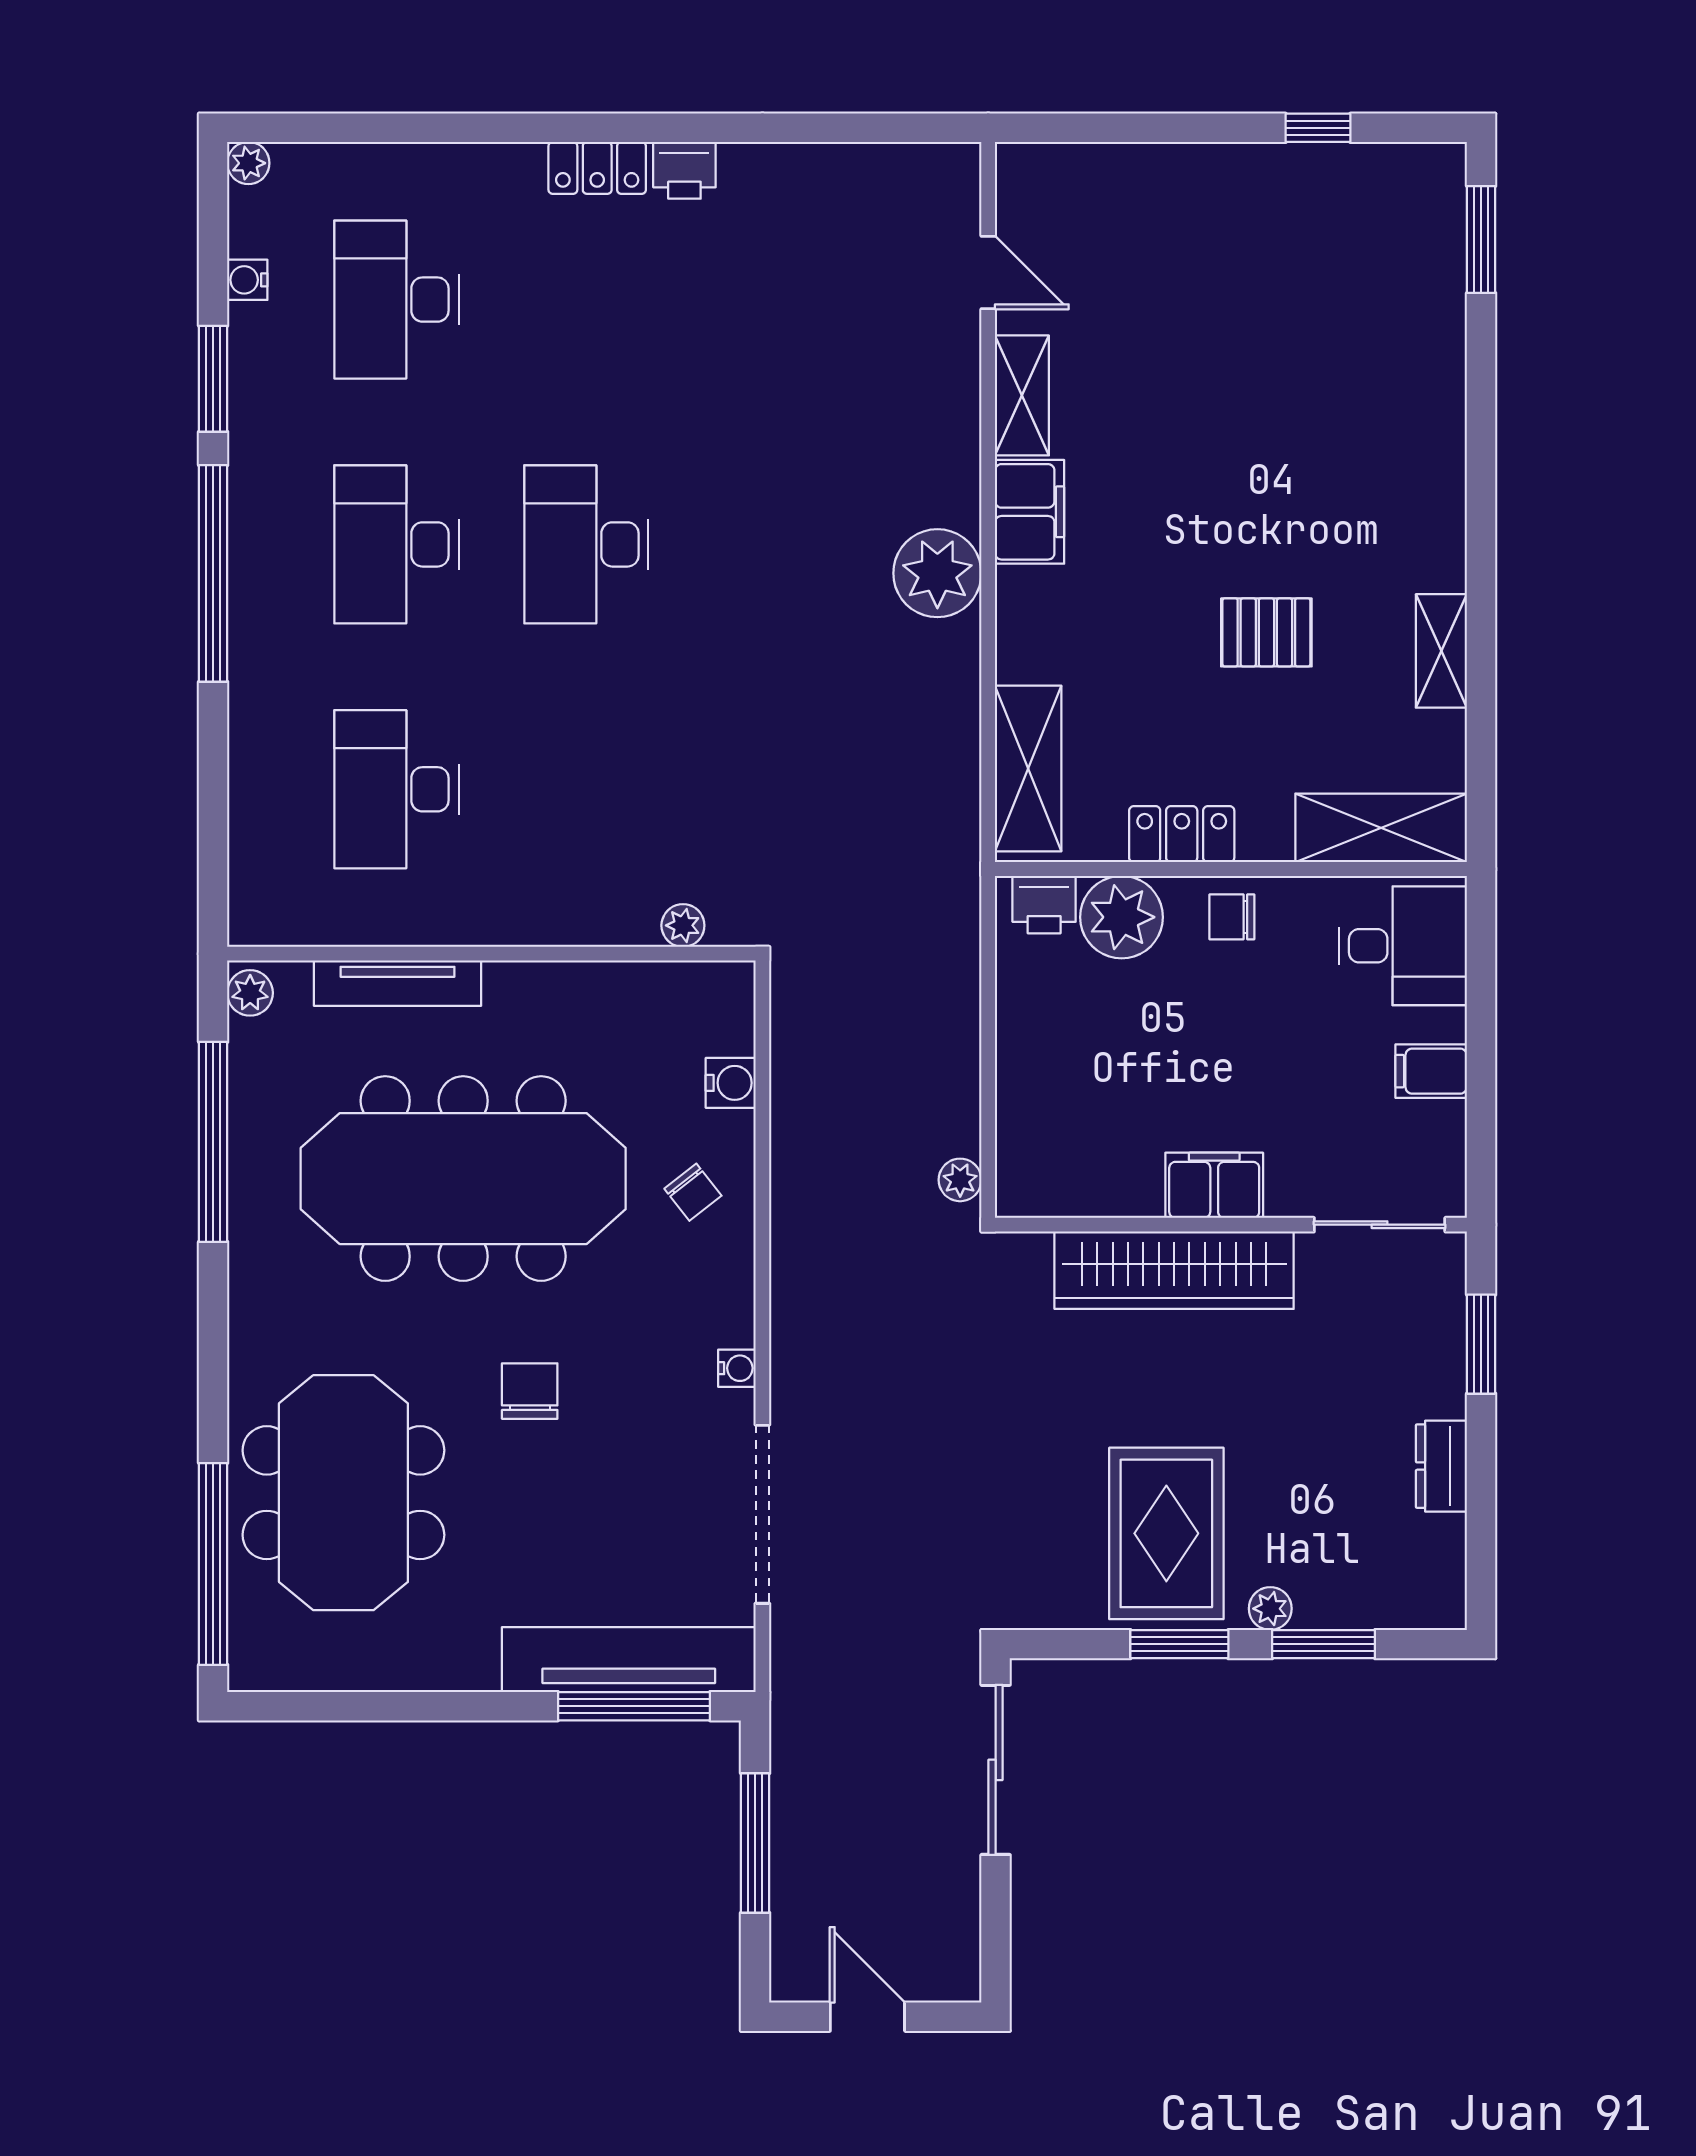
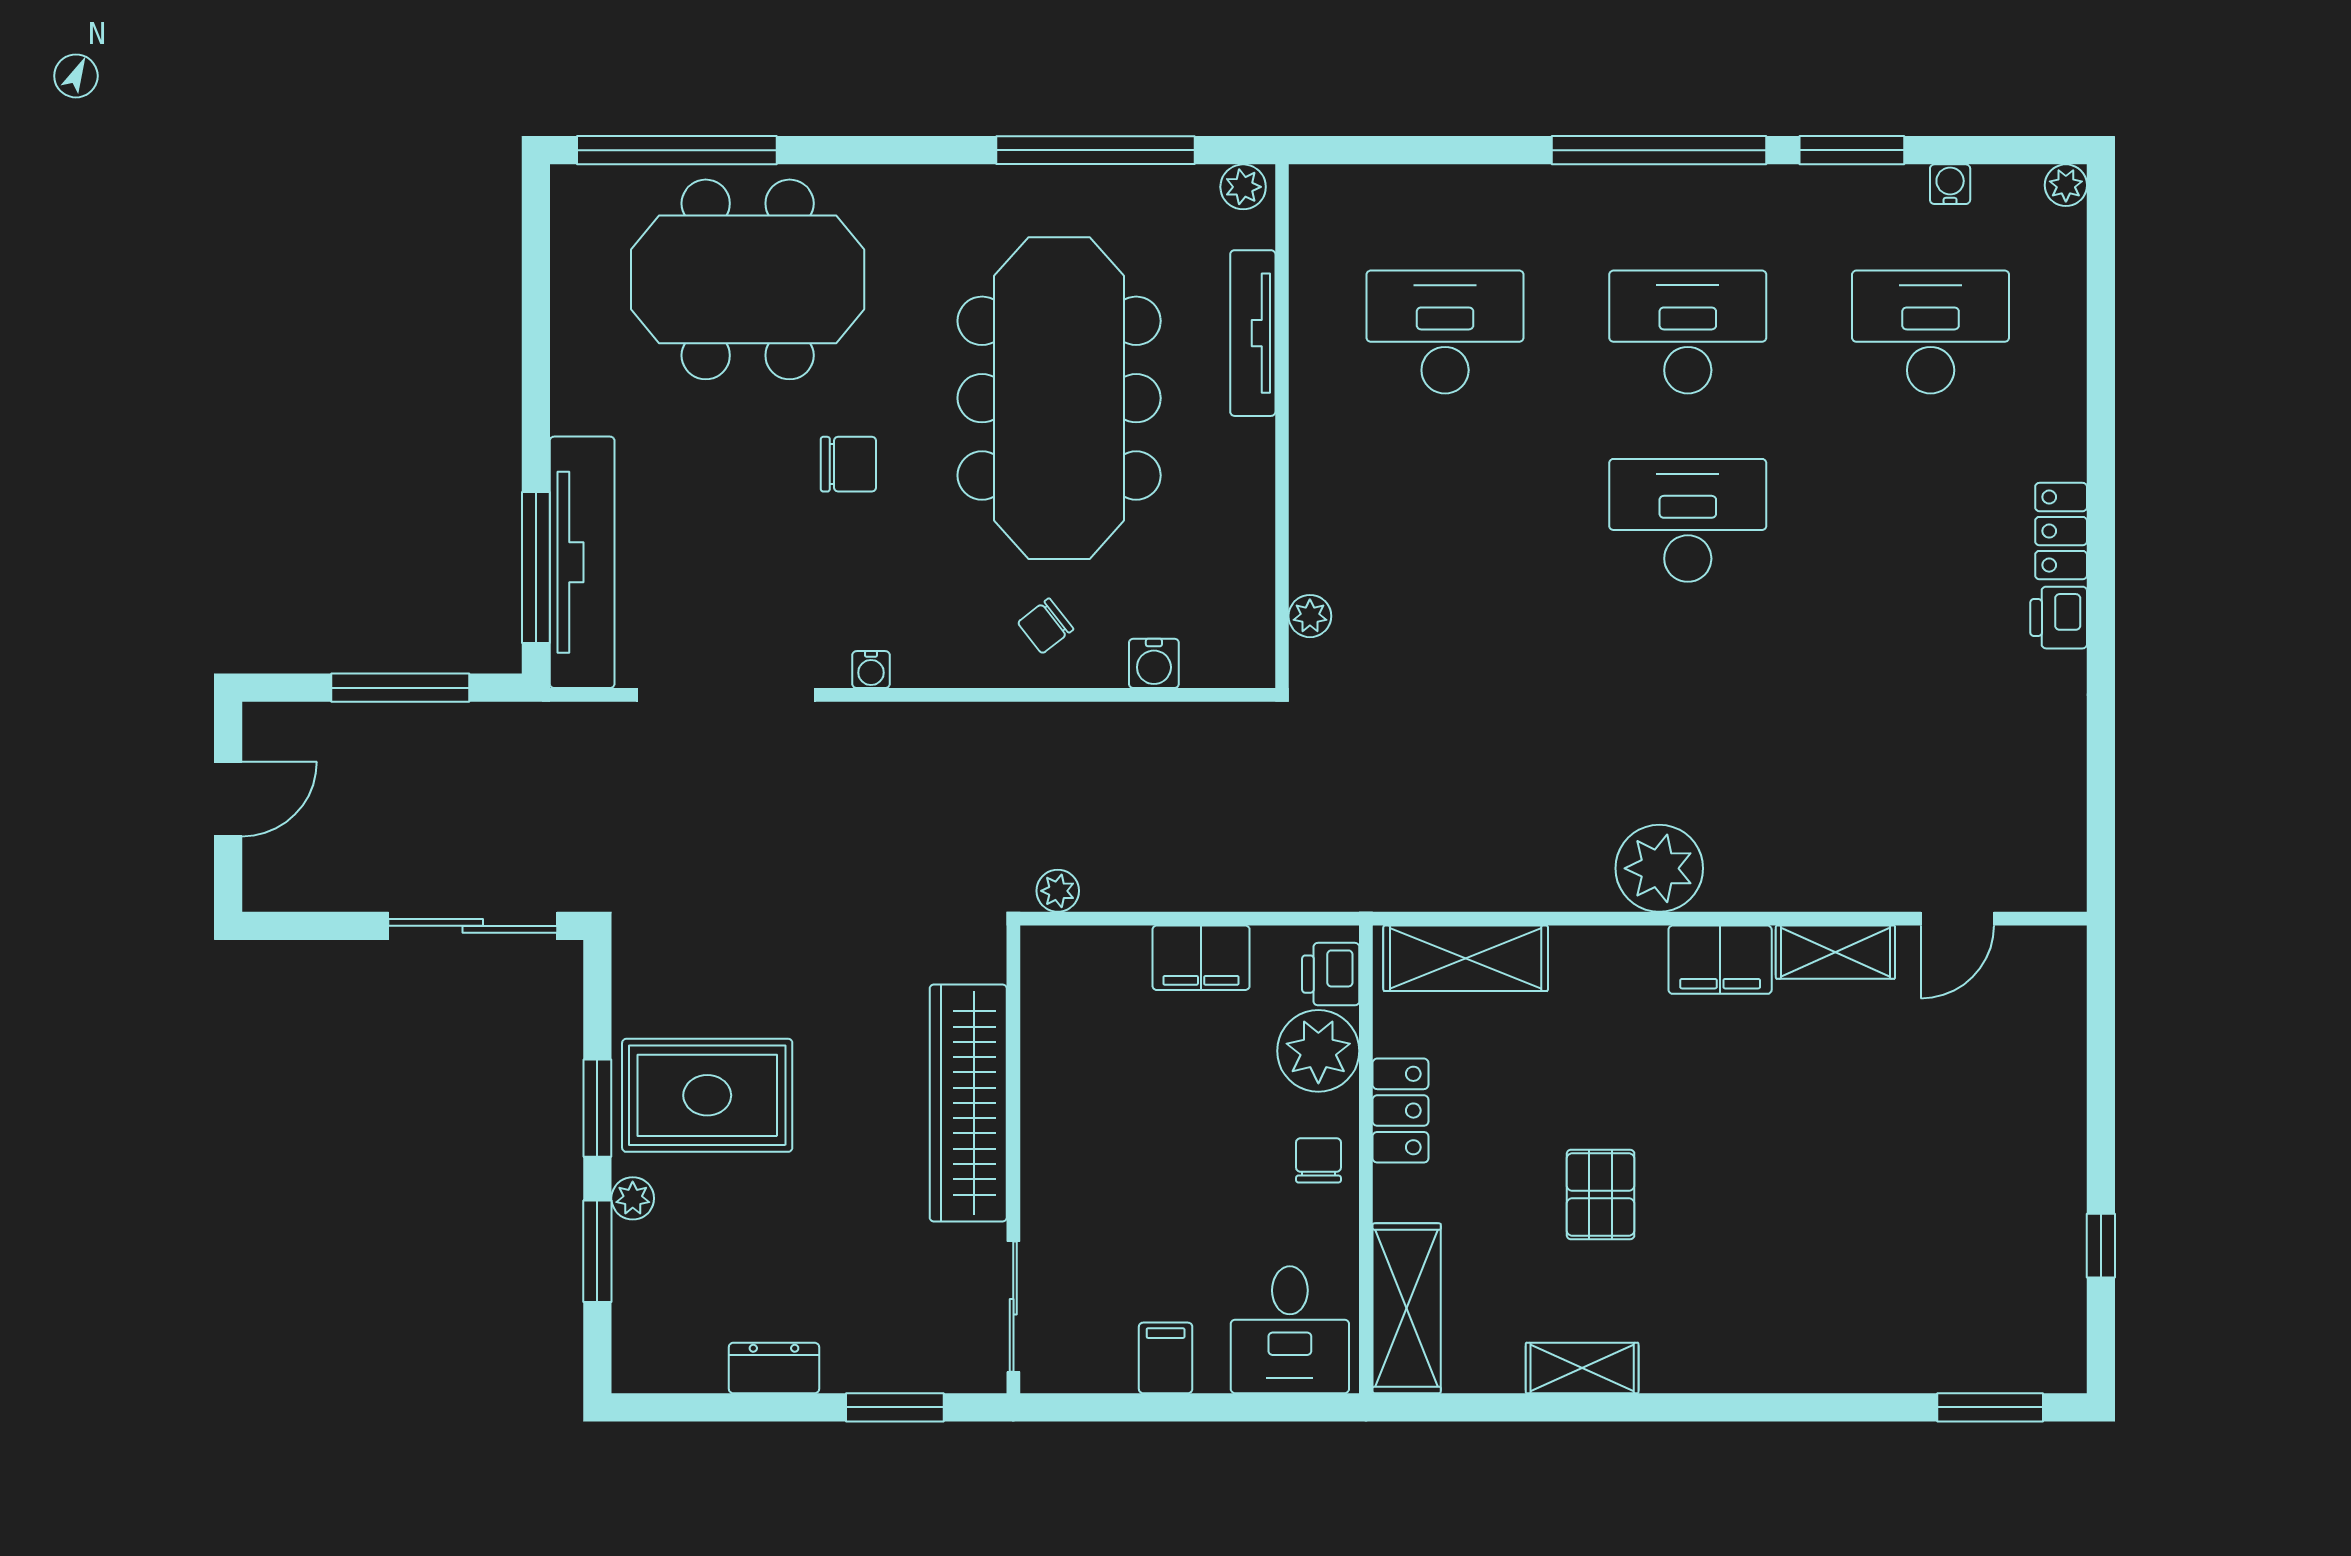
filing cabinet: (1214, 1185) -> (1201, 958), moved, turned 90

